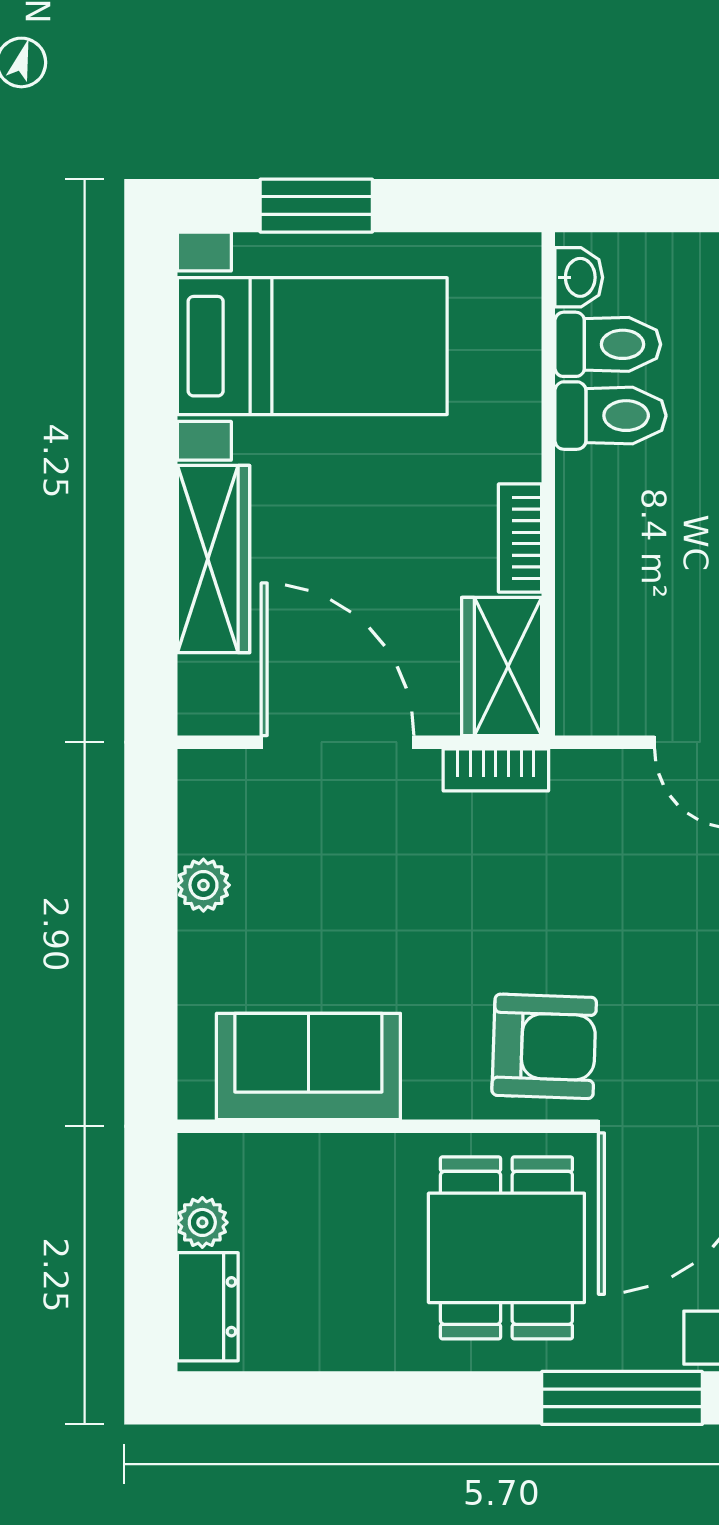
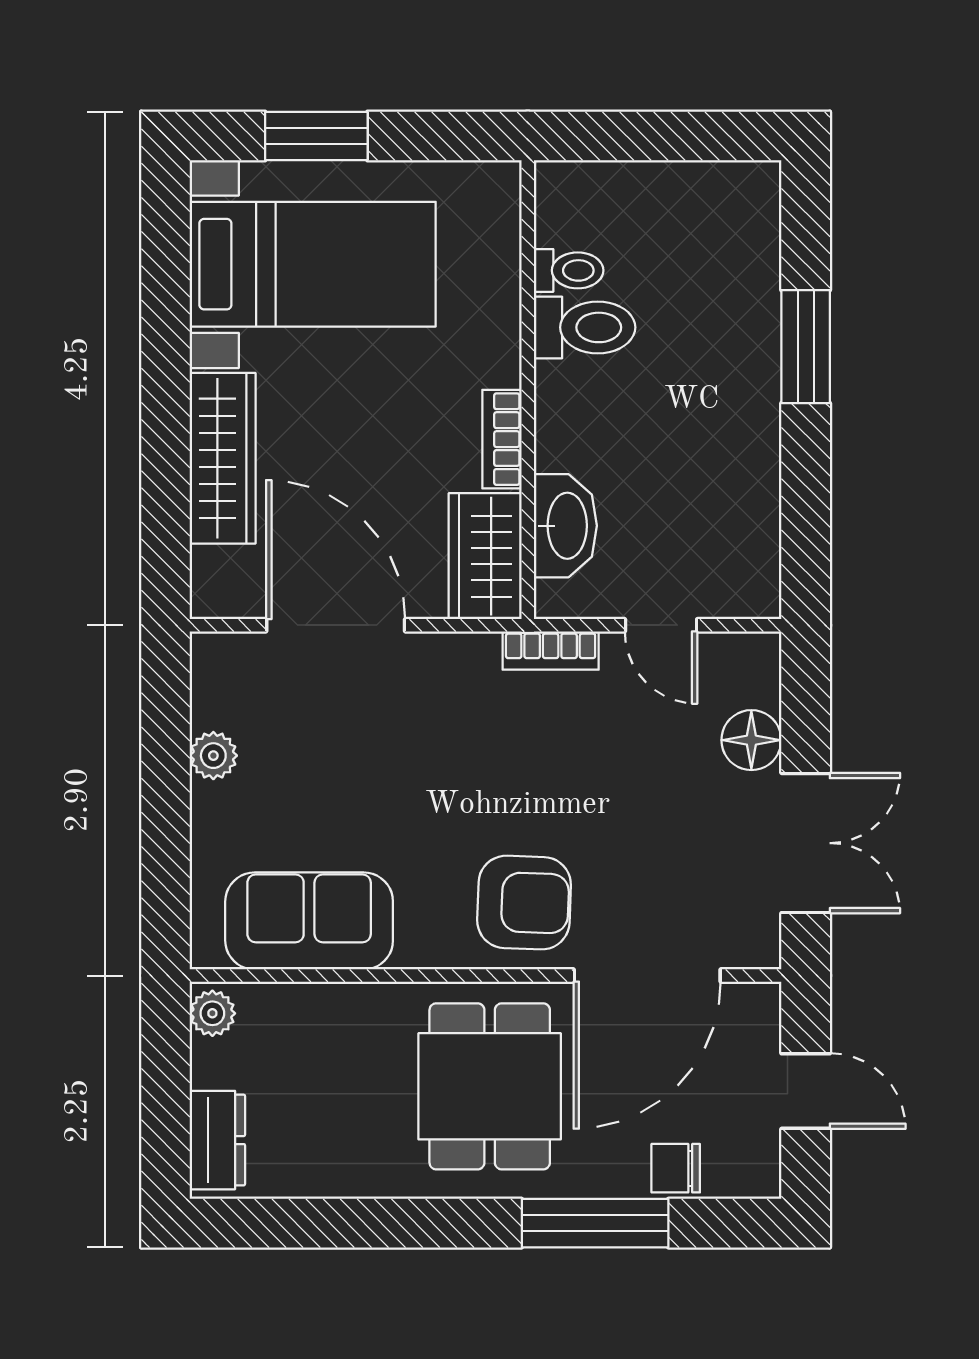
washbasin: (579, 277) -> (565, 526), moved, width x1.91, depth x1.45
toilet: (608, 344) -> (569, 270), width x0.73, depth x0.72
bookcase: (496, 770) -> (551, 650), moved
plant: (202, 1222) -> (212, 1013), moved

